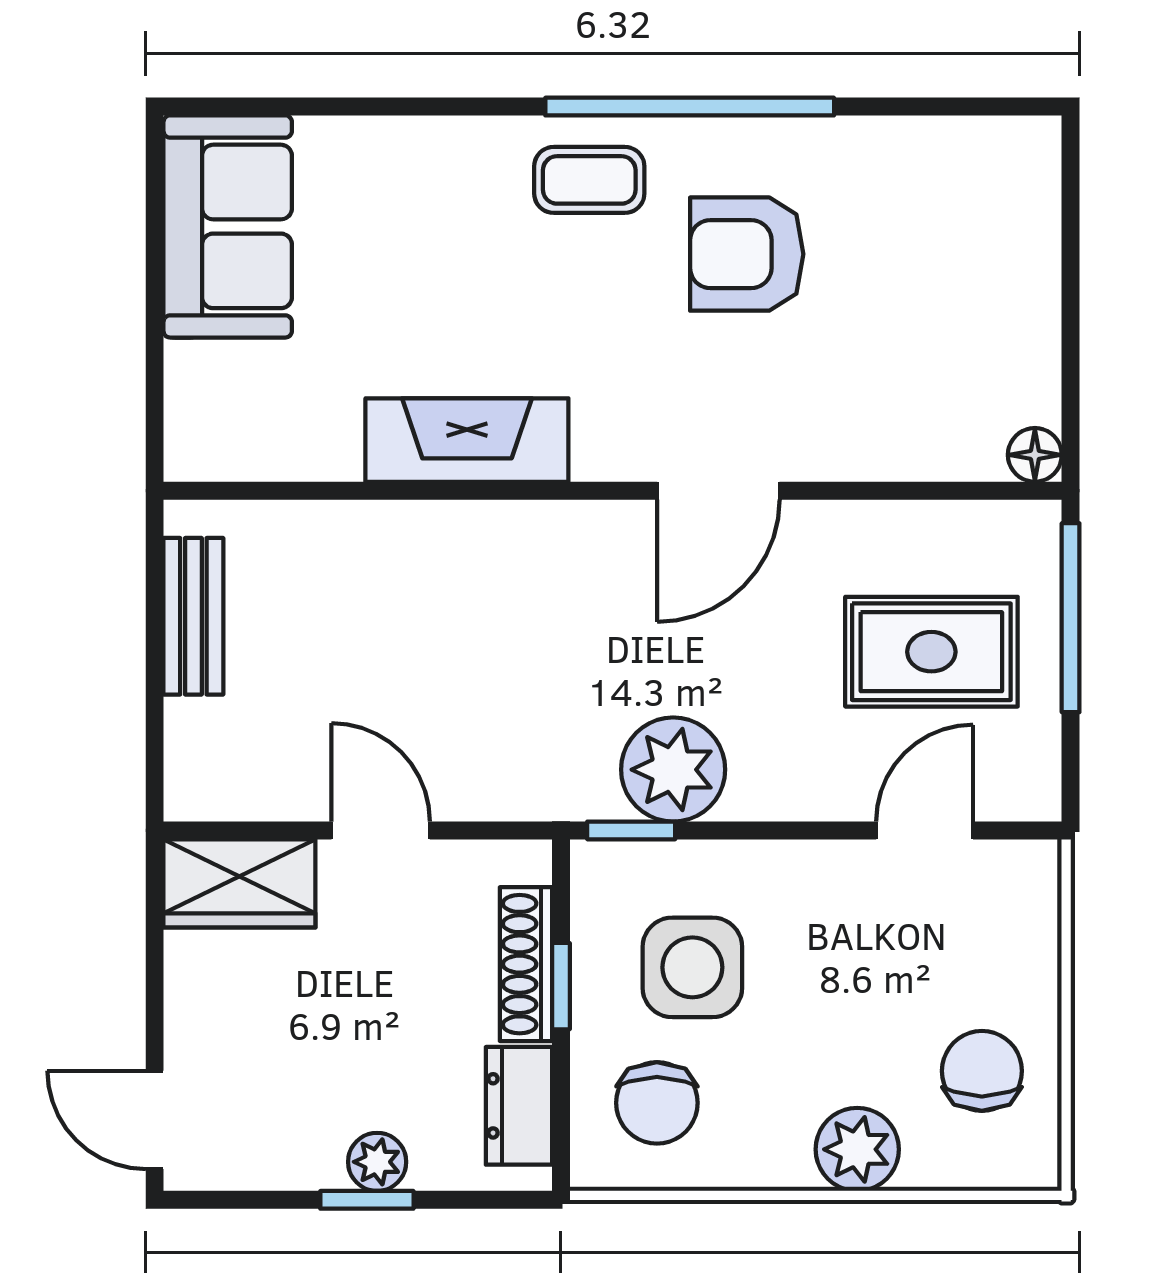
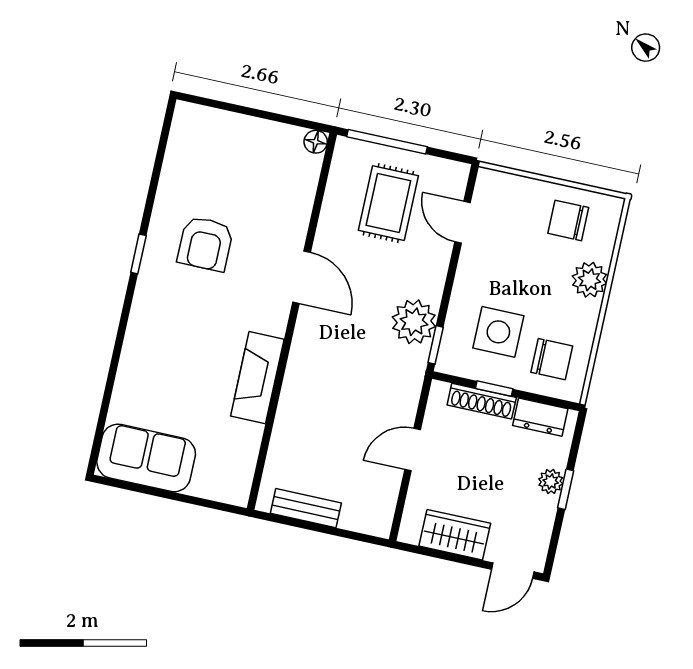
window: (690, 107) -> (138, 254), width x0.32
coffee table: (589, 180) -> (160, 303), removed
wardrobe: (239, 883) -> (455, 535), moved, turned -90

